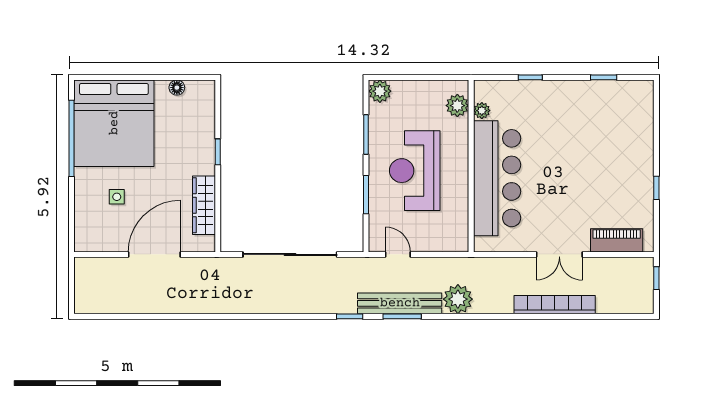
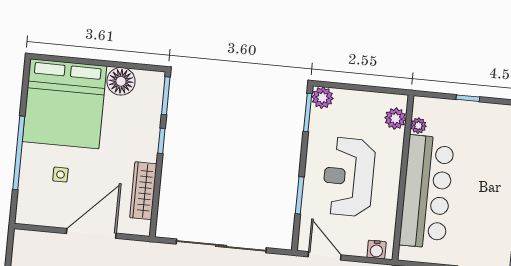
floor lamp: (177, 88) -> (121, 81), width x1.89, depth x1.89
window: (218, 105) -> (166, 96), added
window: (366, 135) -> (308, 113), moved
window: (72, 138) -> (19, 153), moved
water cooler: (451, 243) -> (377, 250), added
door: (398, 254) -> (325, 256), width x1.38

